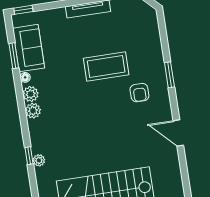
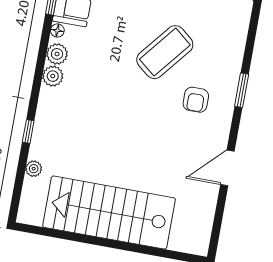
coffee table: (106, 67) -> (165, 52), turned -51
door: (178, 133) -> (227, 168), hinge flipped
plant: (39, 160) -> (34, 169), moved

